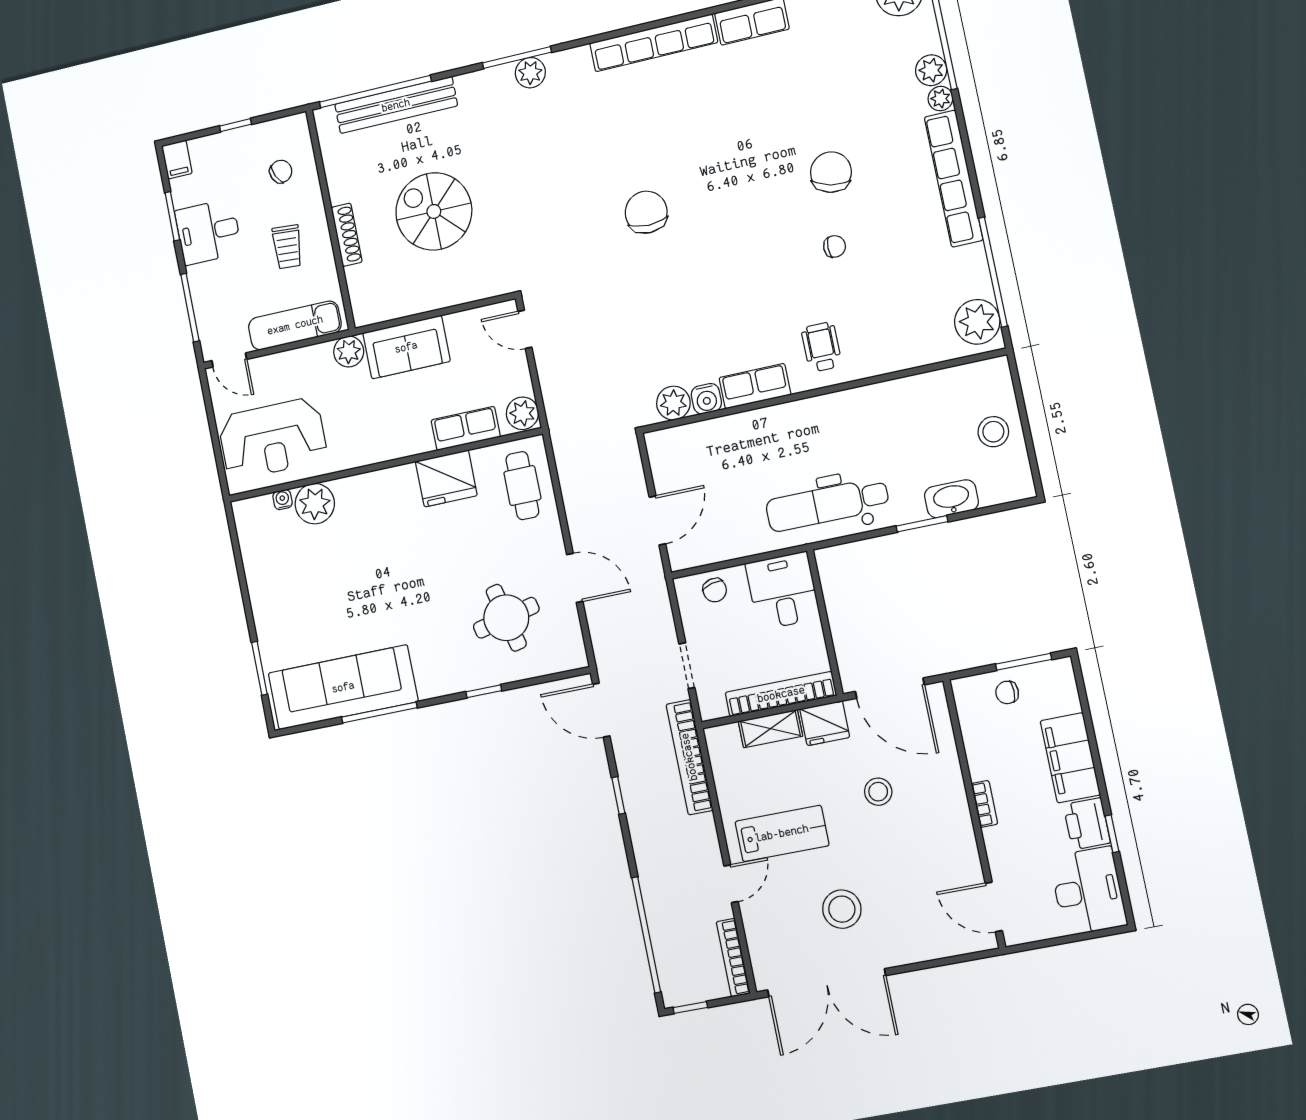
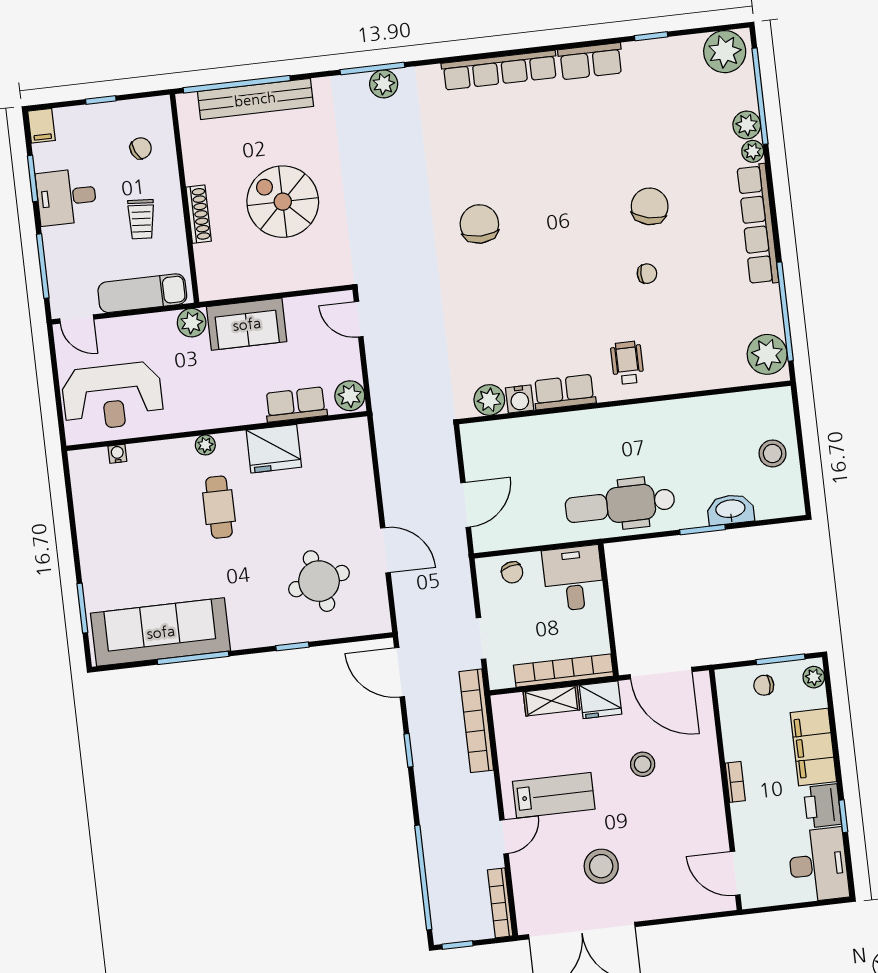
cafe table: (522, 486) -> (219, 507), moved
plant: (315, 504) -> (205, 445), moved, width x0.53, depth x0.53
plant: (1063, 679) -> (814, 677), added

